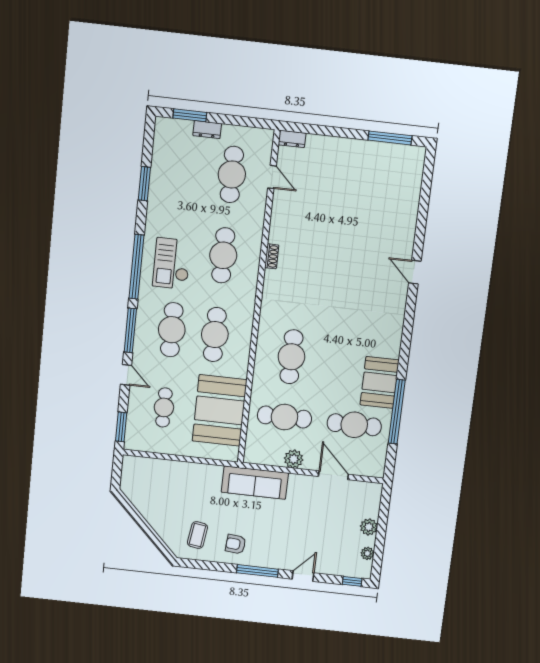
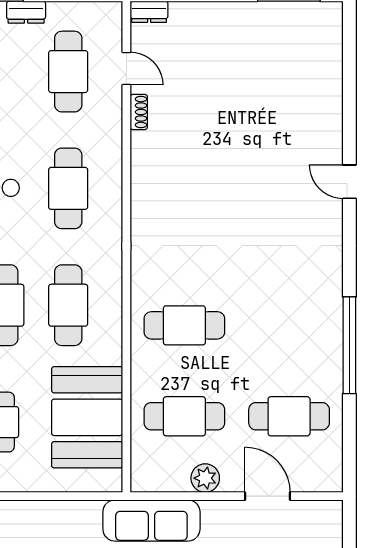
shoe rack: (272, 256) -> (139, 112), moved
cafe table: (291, 357) -> (184, 325), turned 90
booth: (380, 382) -> (319, 349), removed
window: (397, 412) -> (349, 345), moved

